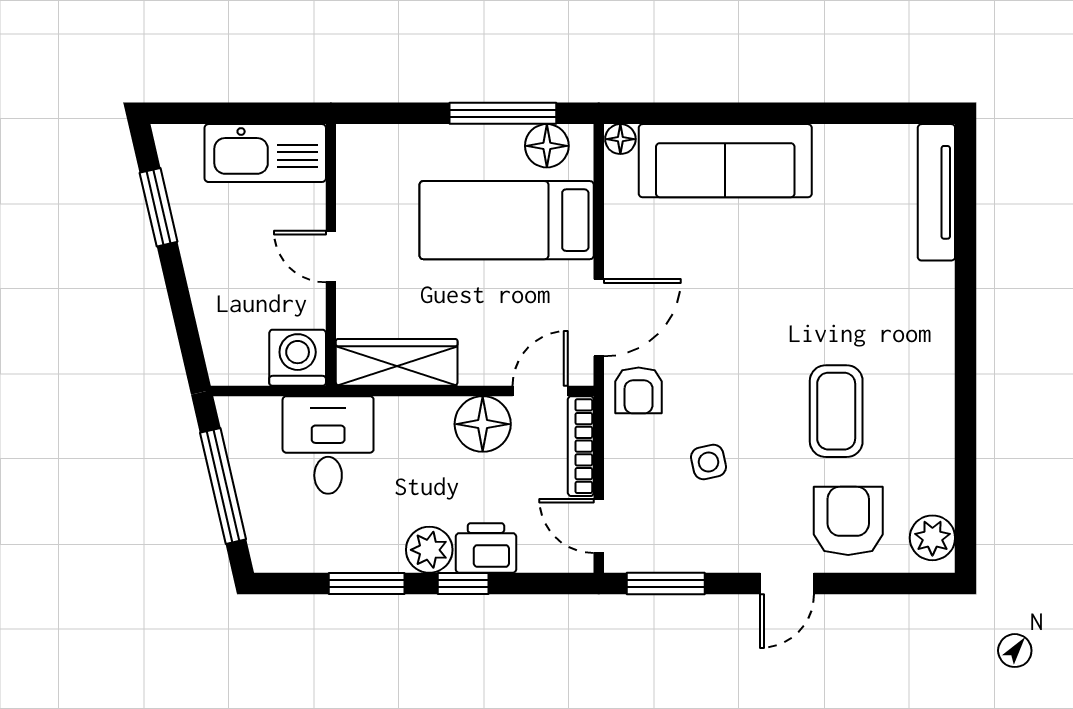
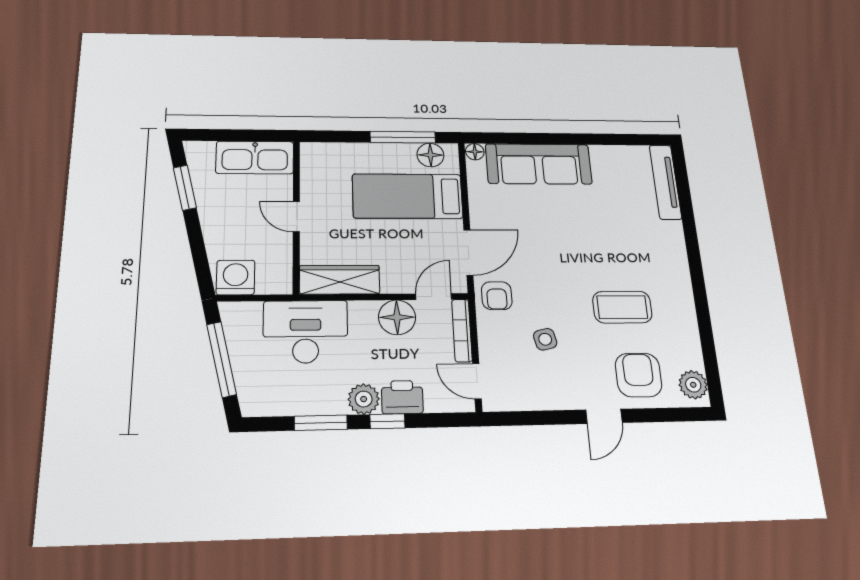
washing machine: (298, 358) -> (236, 277), moved
coffee table: (836, 411) -> (622, 307), turned 90
desk: (328, 445) -> (306, 332), width x1.37
window: (666, 584) -> (524, 418), removed

